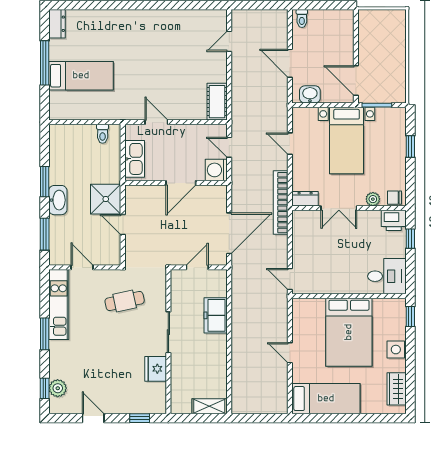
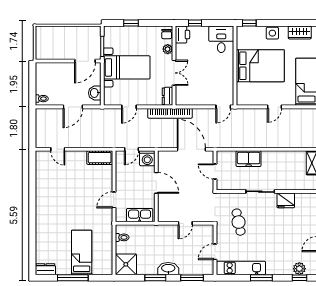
shower: (106, 199) -> (126, 264), moved

